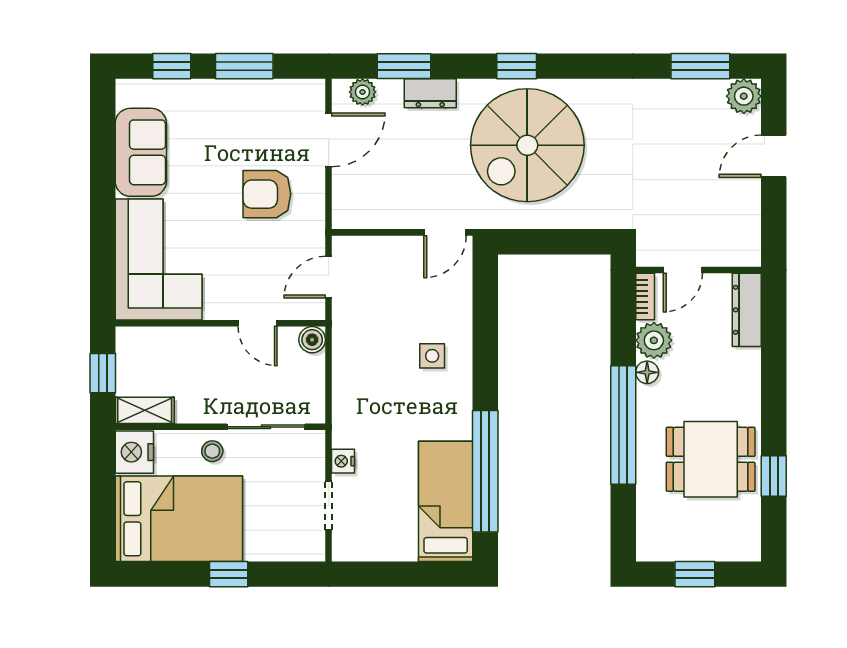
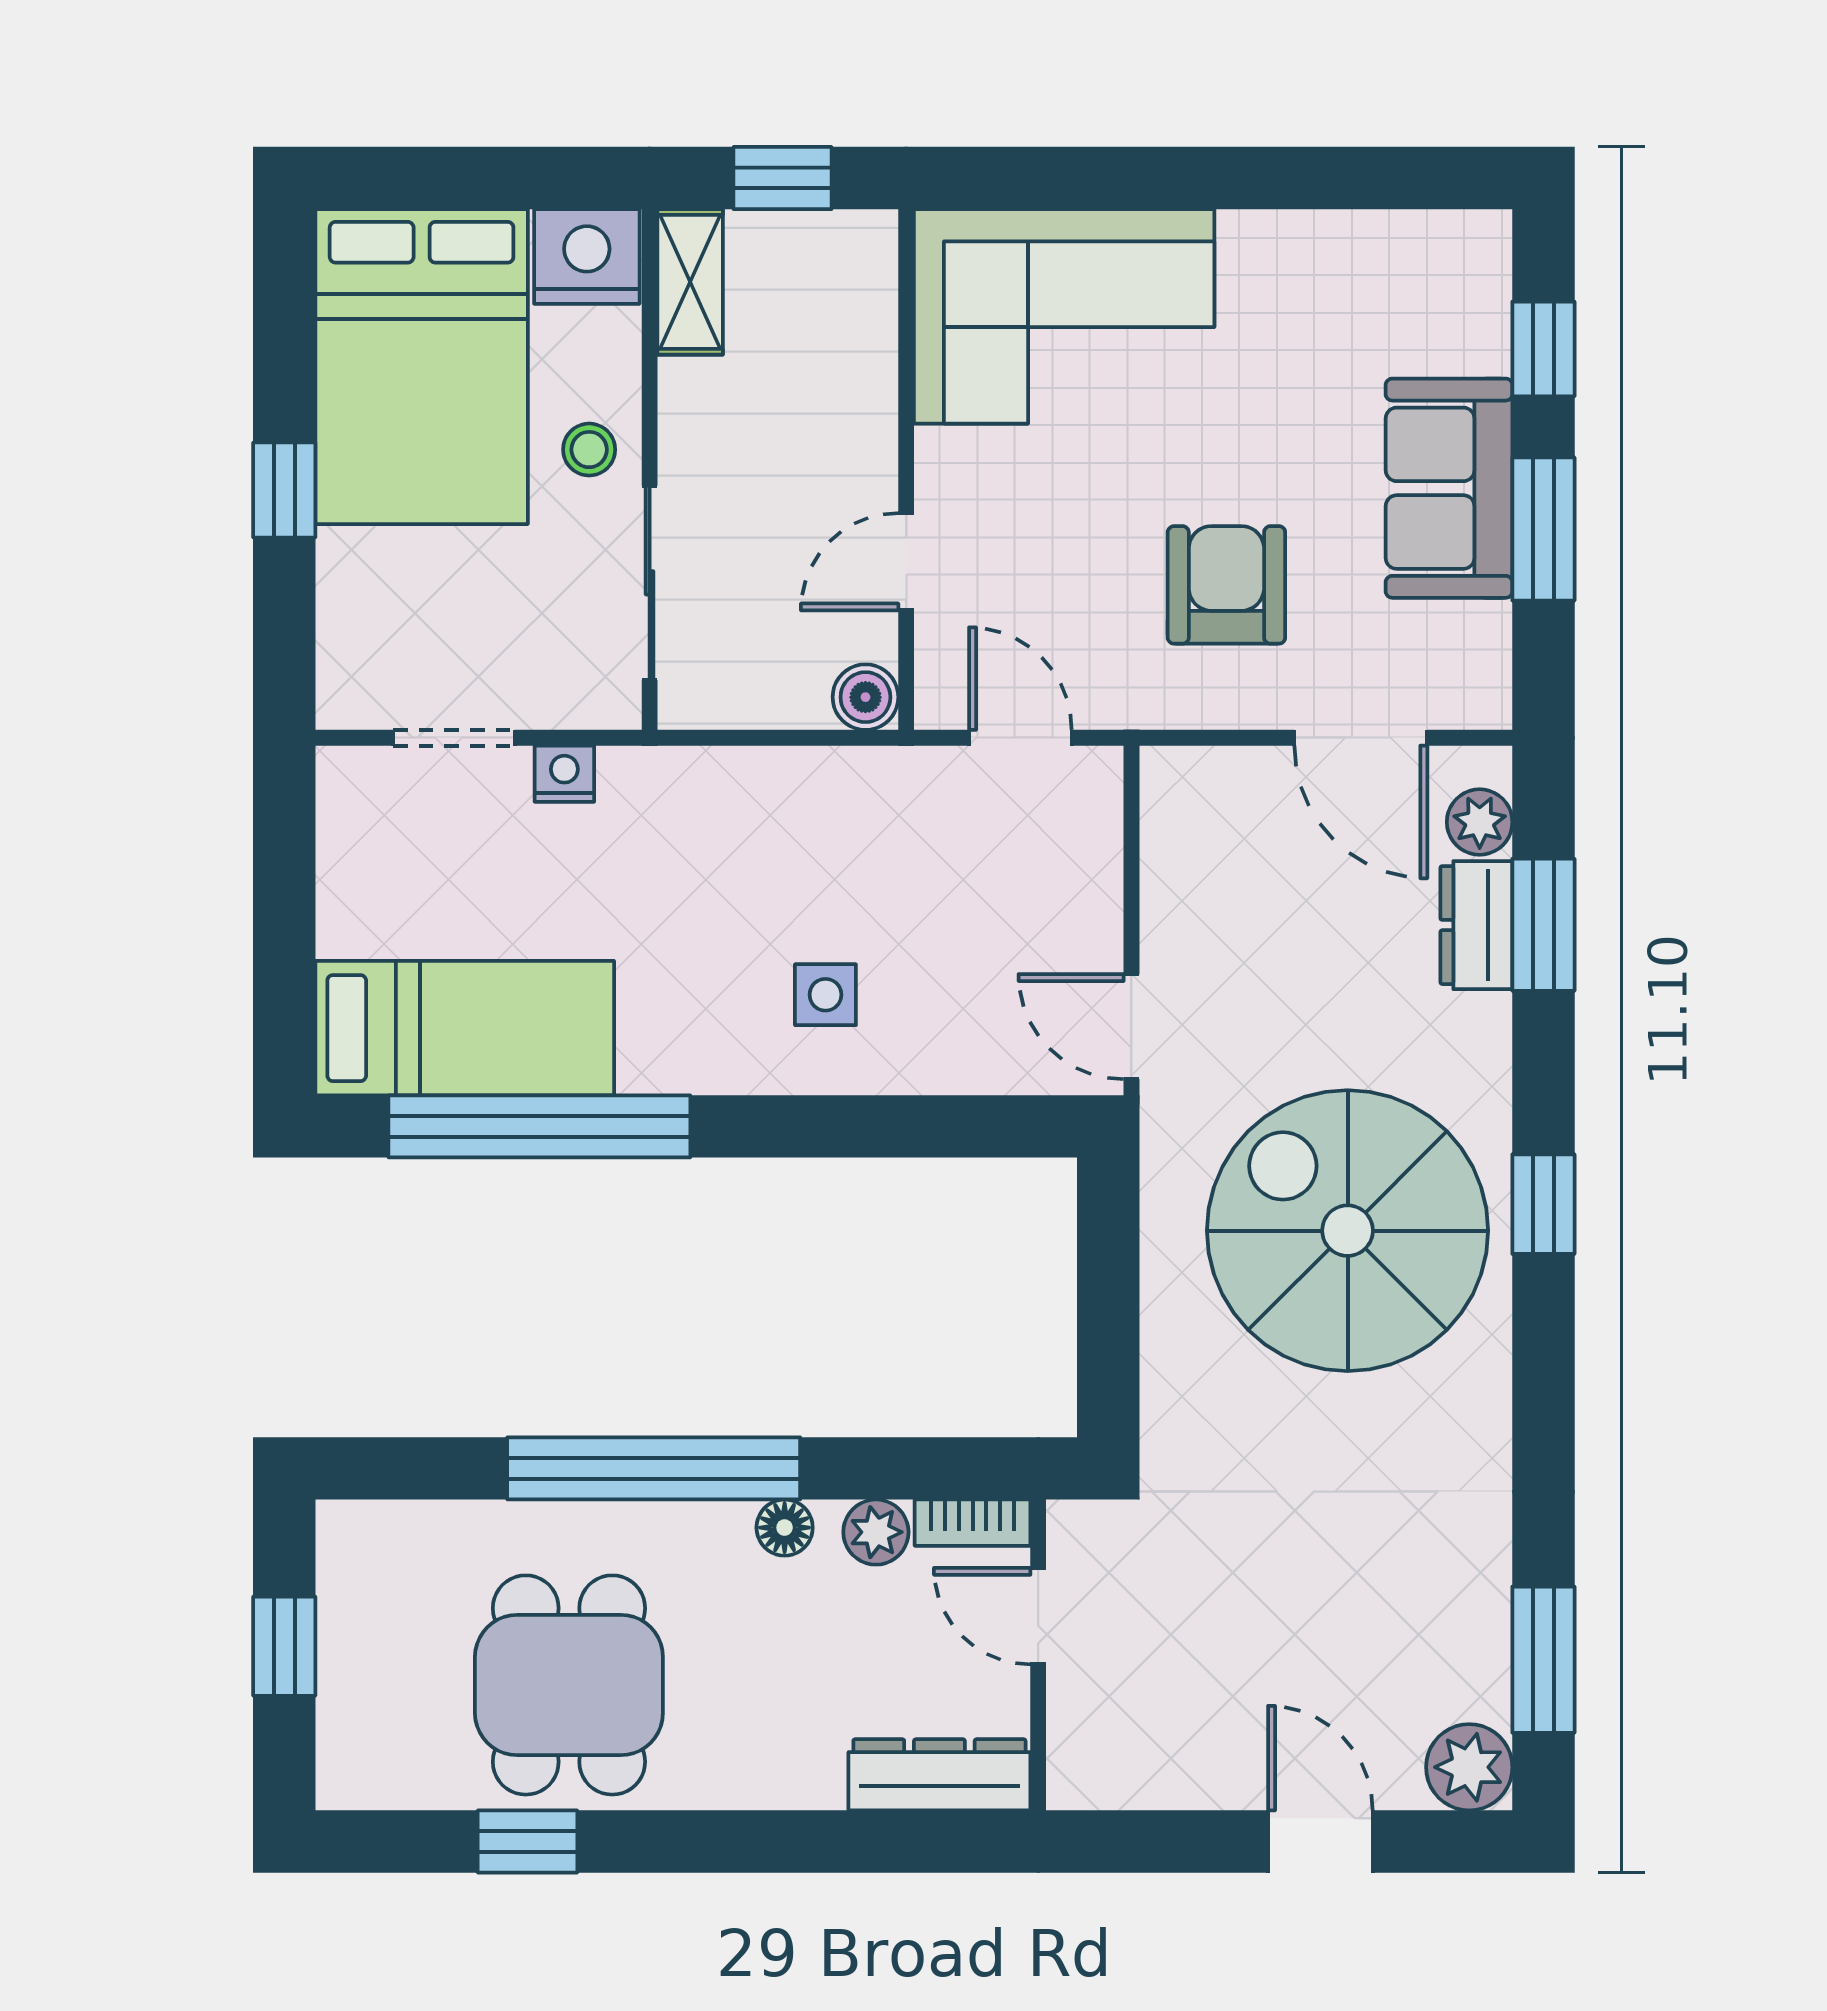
dresser: (430, 93) -> (1476, 925), moved
sofa: (141, 152) -> (1449, 488), moved, turned 90
plant: (654, 340) -> (876, 1532), width x0.73, depth x0.73

